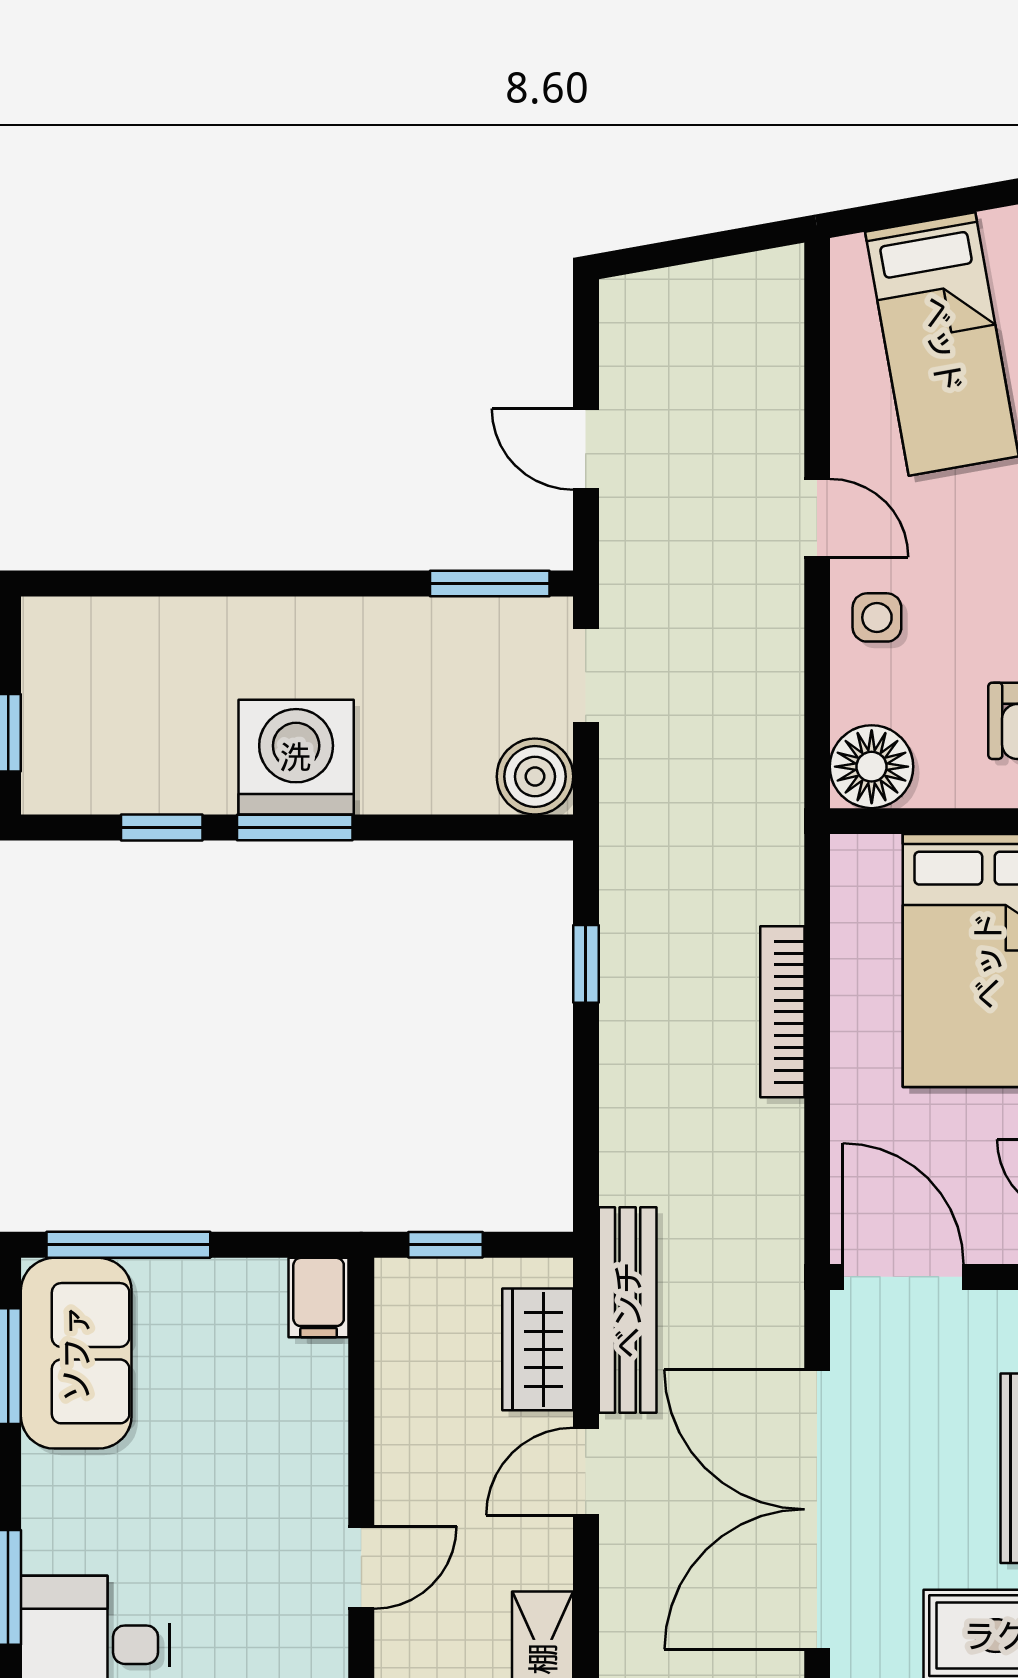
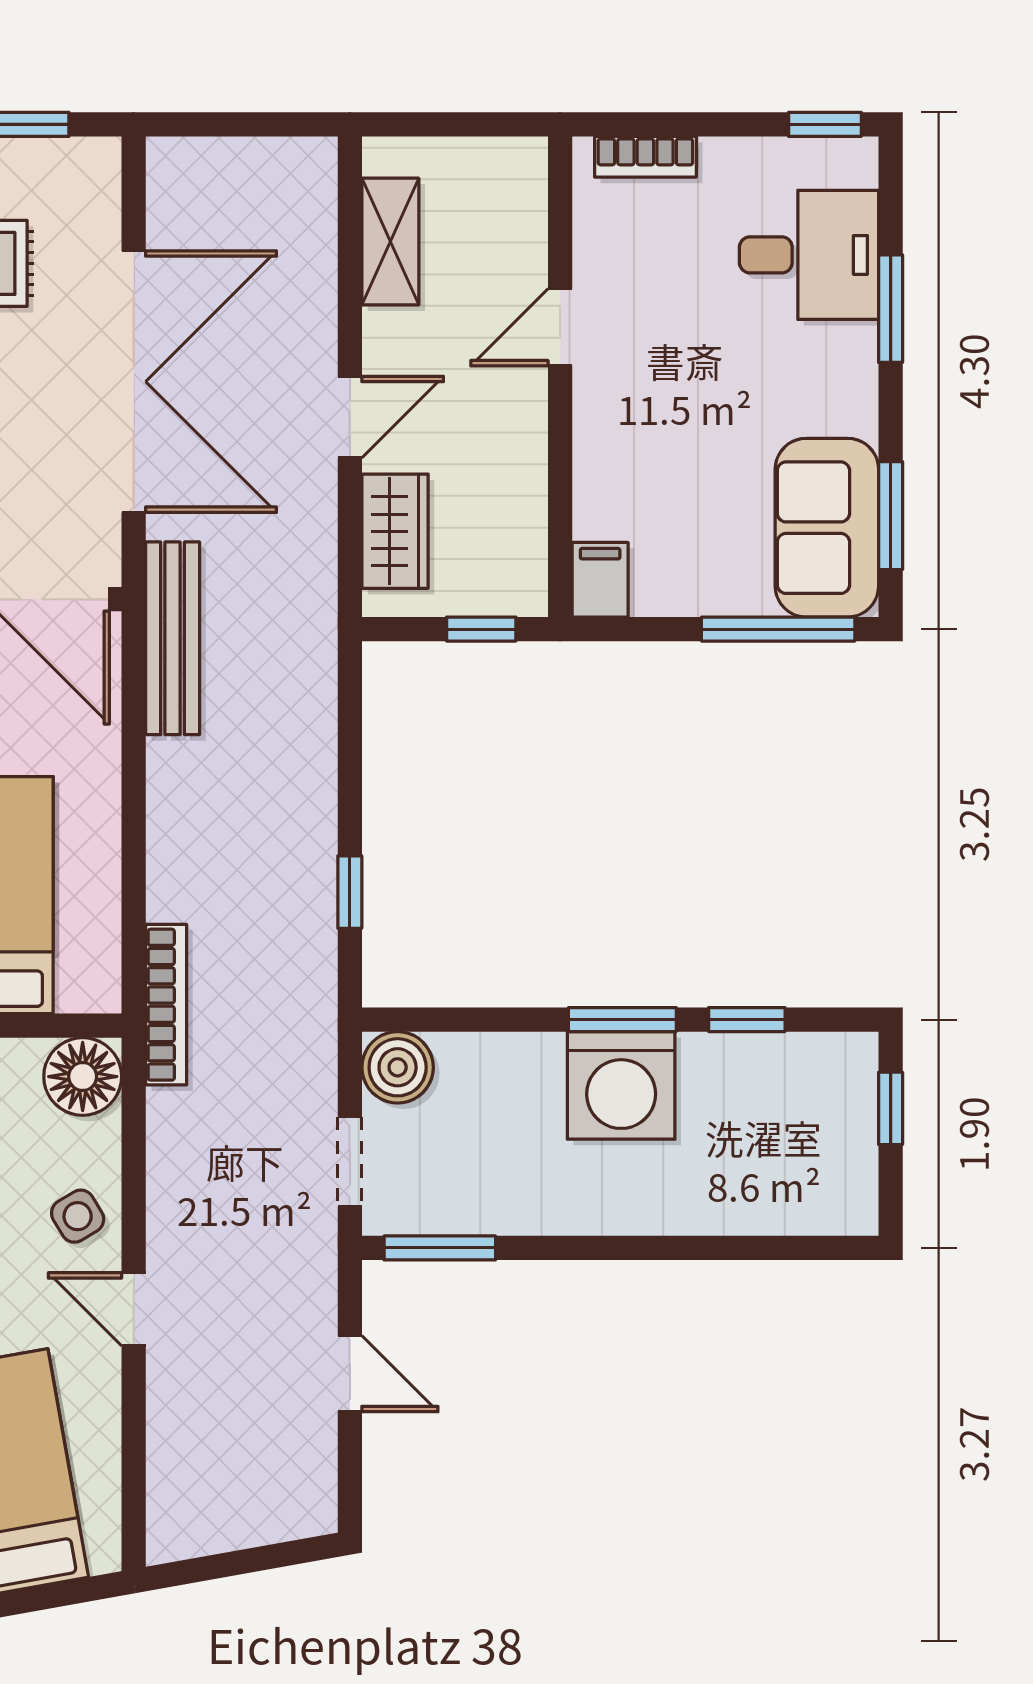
side table: (877, 617) -> (78, 1216), turned -31
bookcase: (782, 1012) -> (166, 1005), moved
bench: (628, 1310) -> (173, 638), moved

